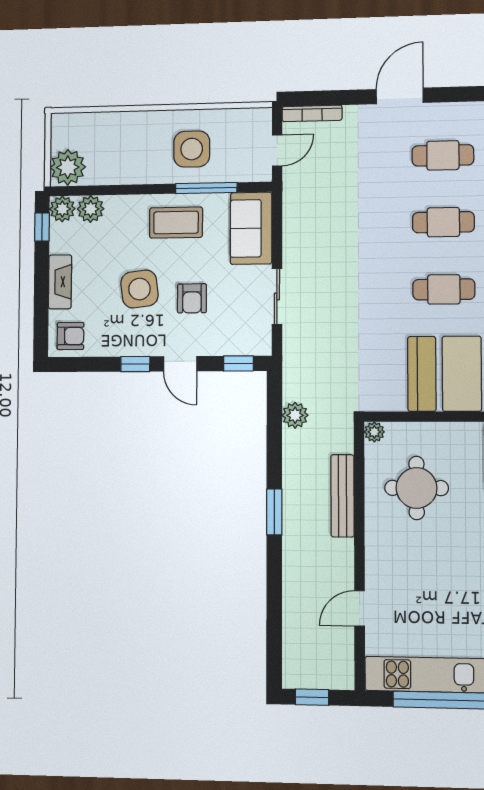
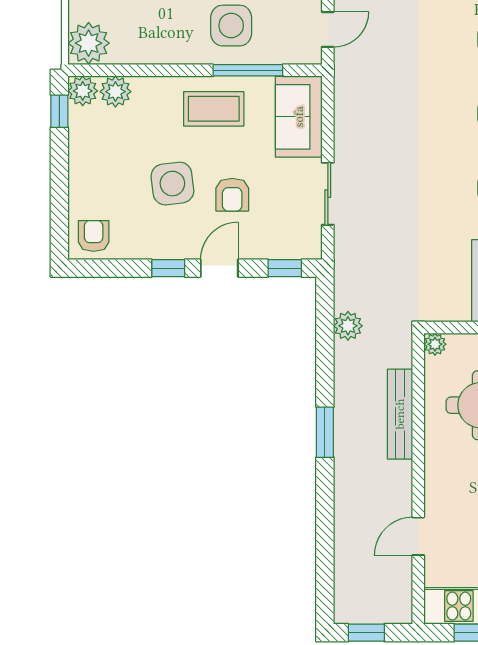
fireplace: (60, 282) -> (81, 174), removed
armchair: (70, 336) -> (94, 236), turned -90
door: (180, 364) -> (219, 268), swing flipped

